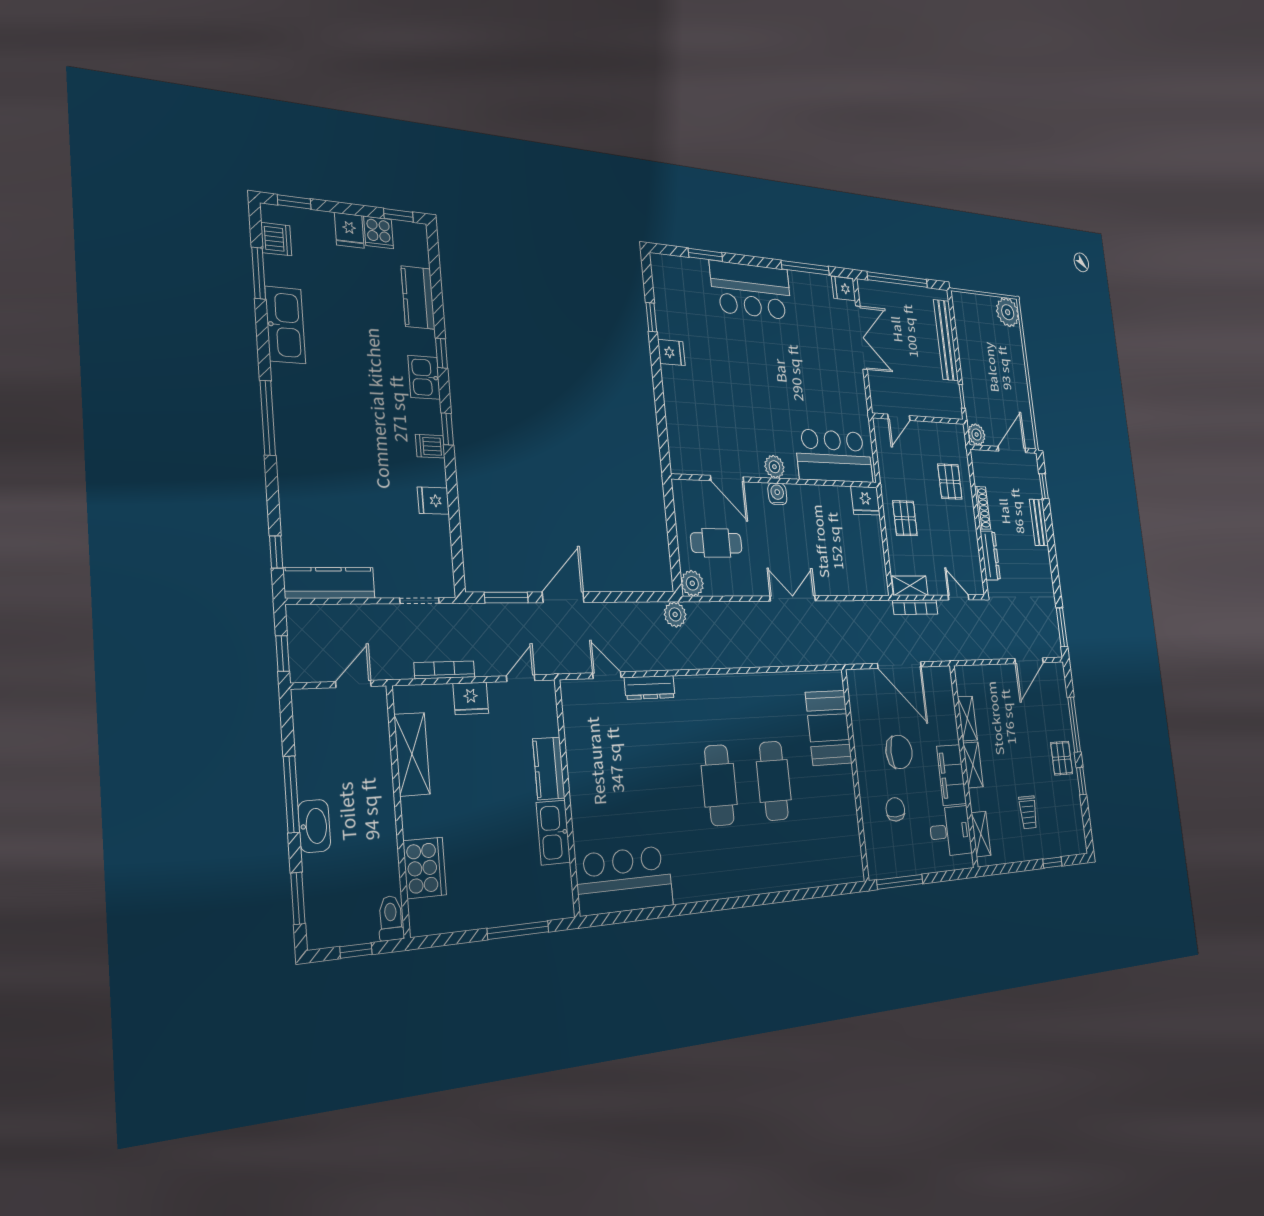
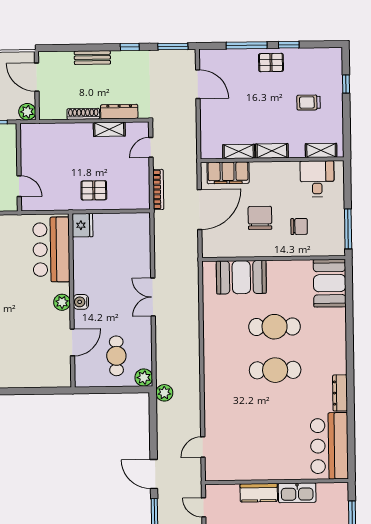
pallet: (950, 482) -> (65, 144), removed
window: (1044, 486) -> (130, 47), moved
shelving: (910, 586) -> (109, 129), moved, turned 90
dresser: (650, 687) -> (340, 393), moved, turned 180
filing cabinet: (952, 775) -> (228, 173), moved
chair: (895, 809) -> (299, 226), turned 180
trolley: (1028, 812) -> (309, 102), turned 180
booth: (834, 861) -> (330, 283), added

